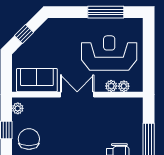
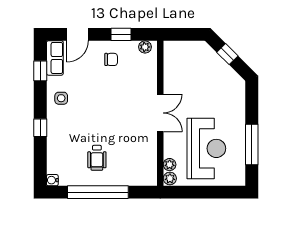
sofa: (37, 80) -> (176, 68), removed
plant: (111, 86) -> (170, 178), moved
chair: (29, 139) -> (111, 59), width x0.54, depth x0.54

